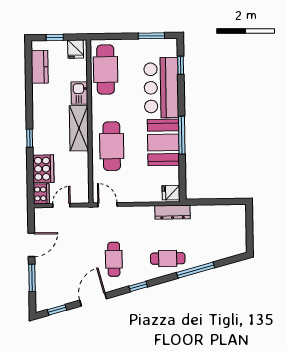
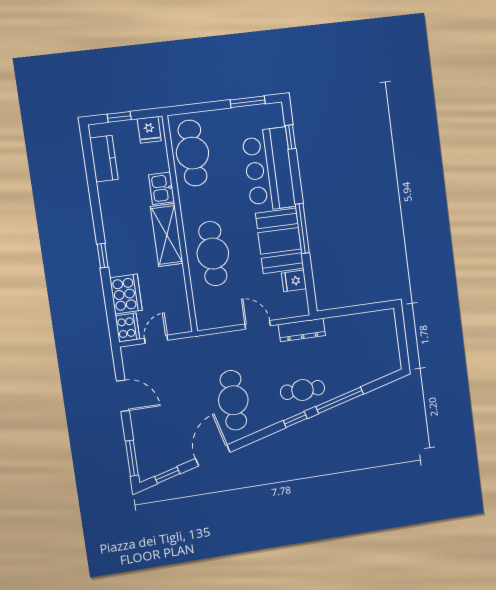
fridge: (171, 193) -> (294, 281), moved
door: (107, 205) -> (258, 325), moved
door: (31, 245) -> (123, 396), hinge flipped
cafe table: (114, 259) -> (233, 400), width x1.37, depth x1.35
window: (32, 278) -> (132, 458), moved
window: (138, 287) -> (295, 420), moved

